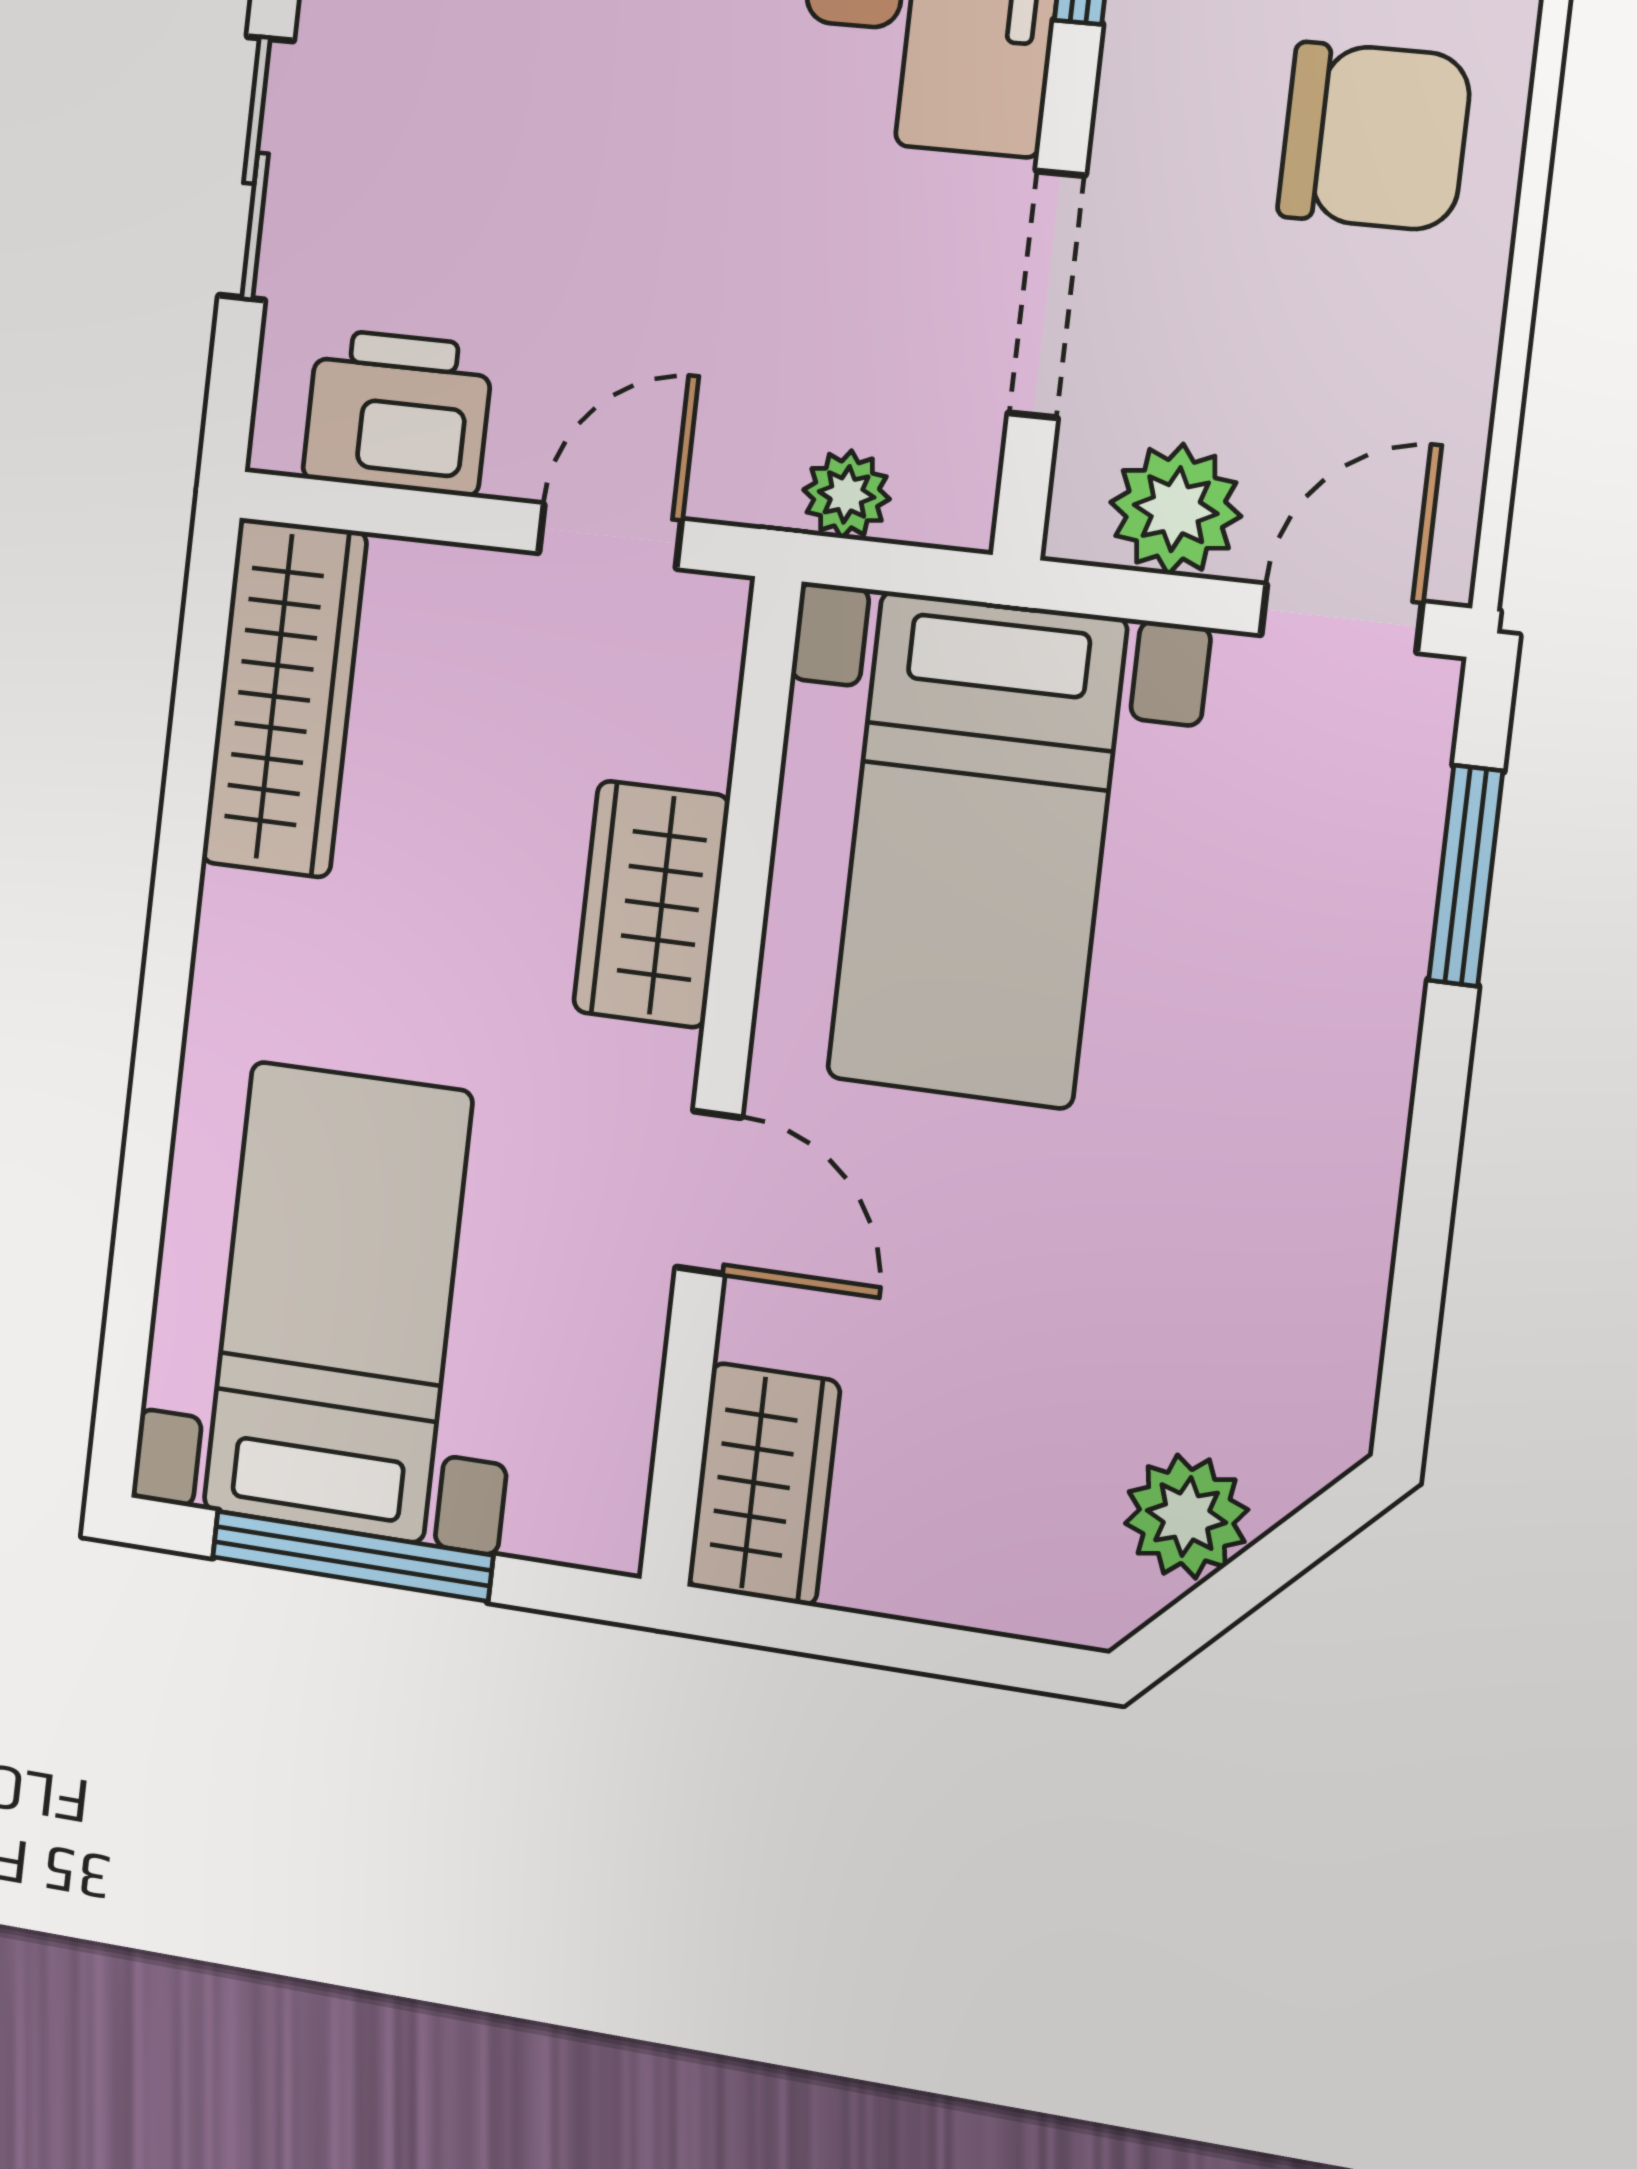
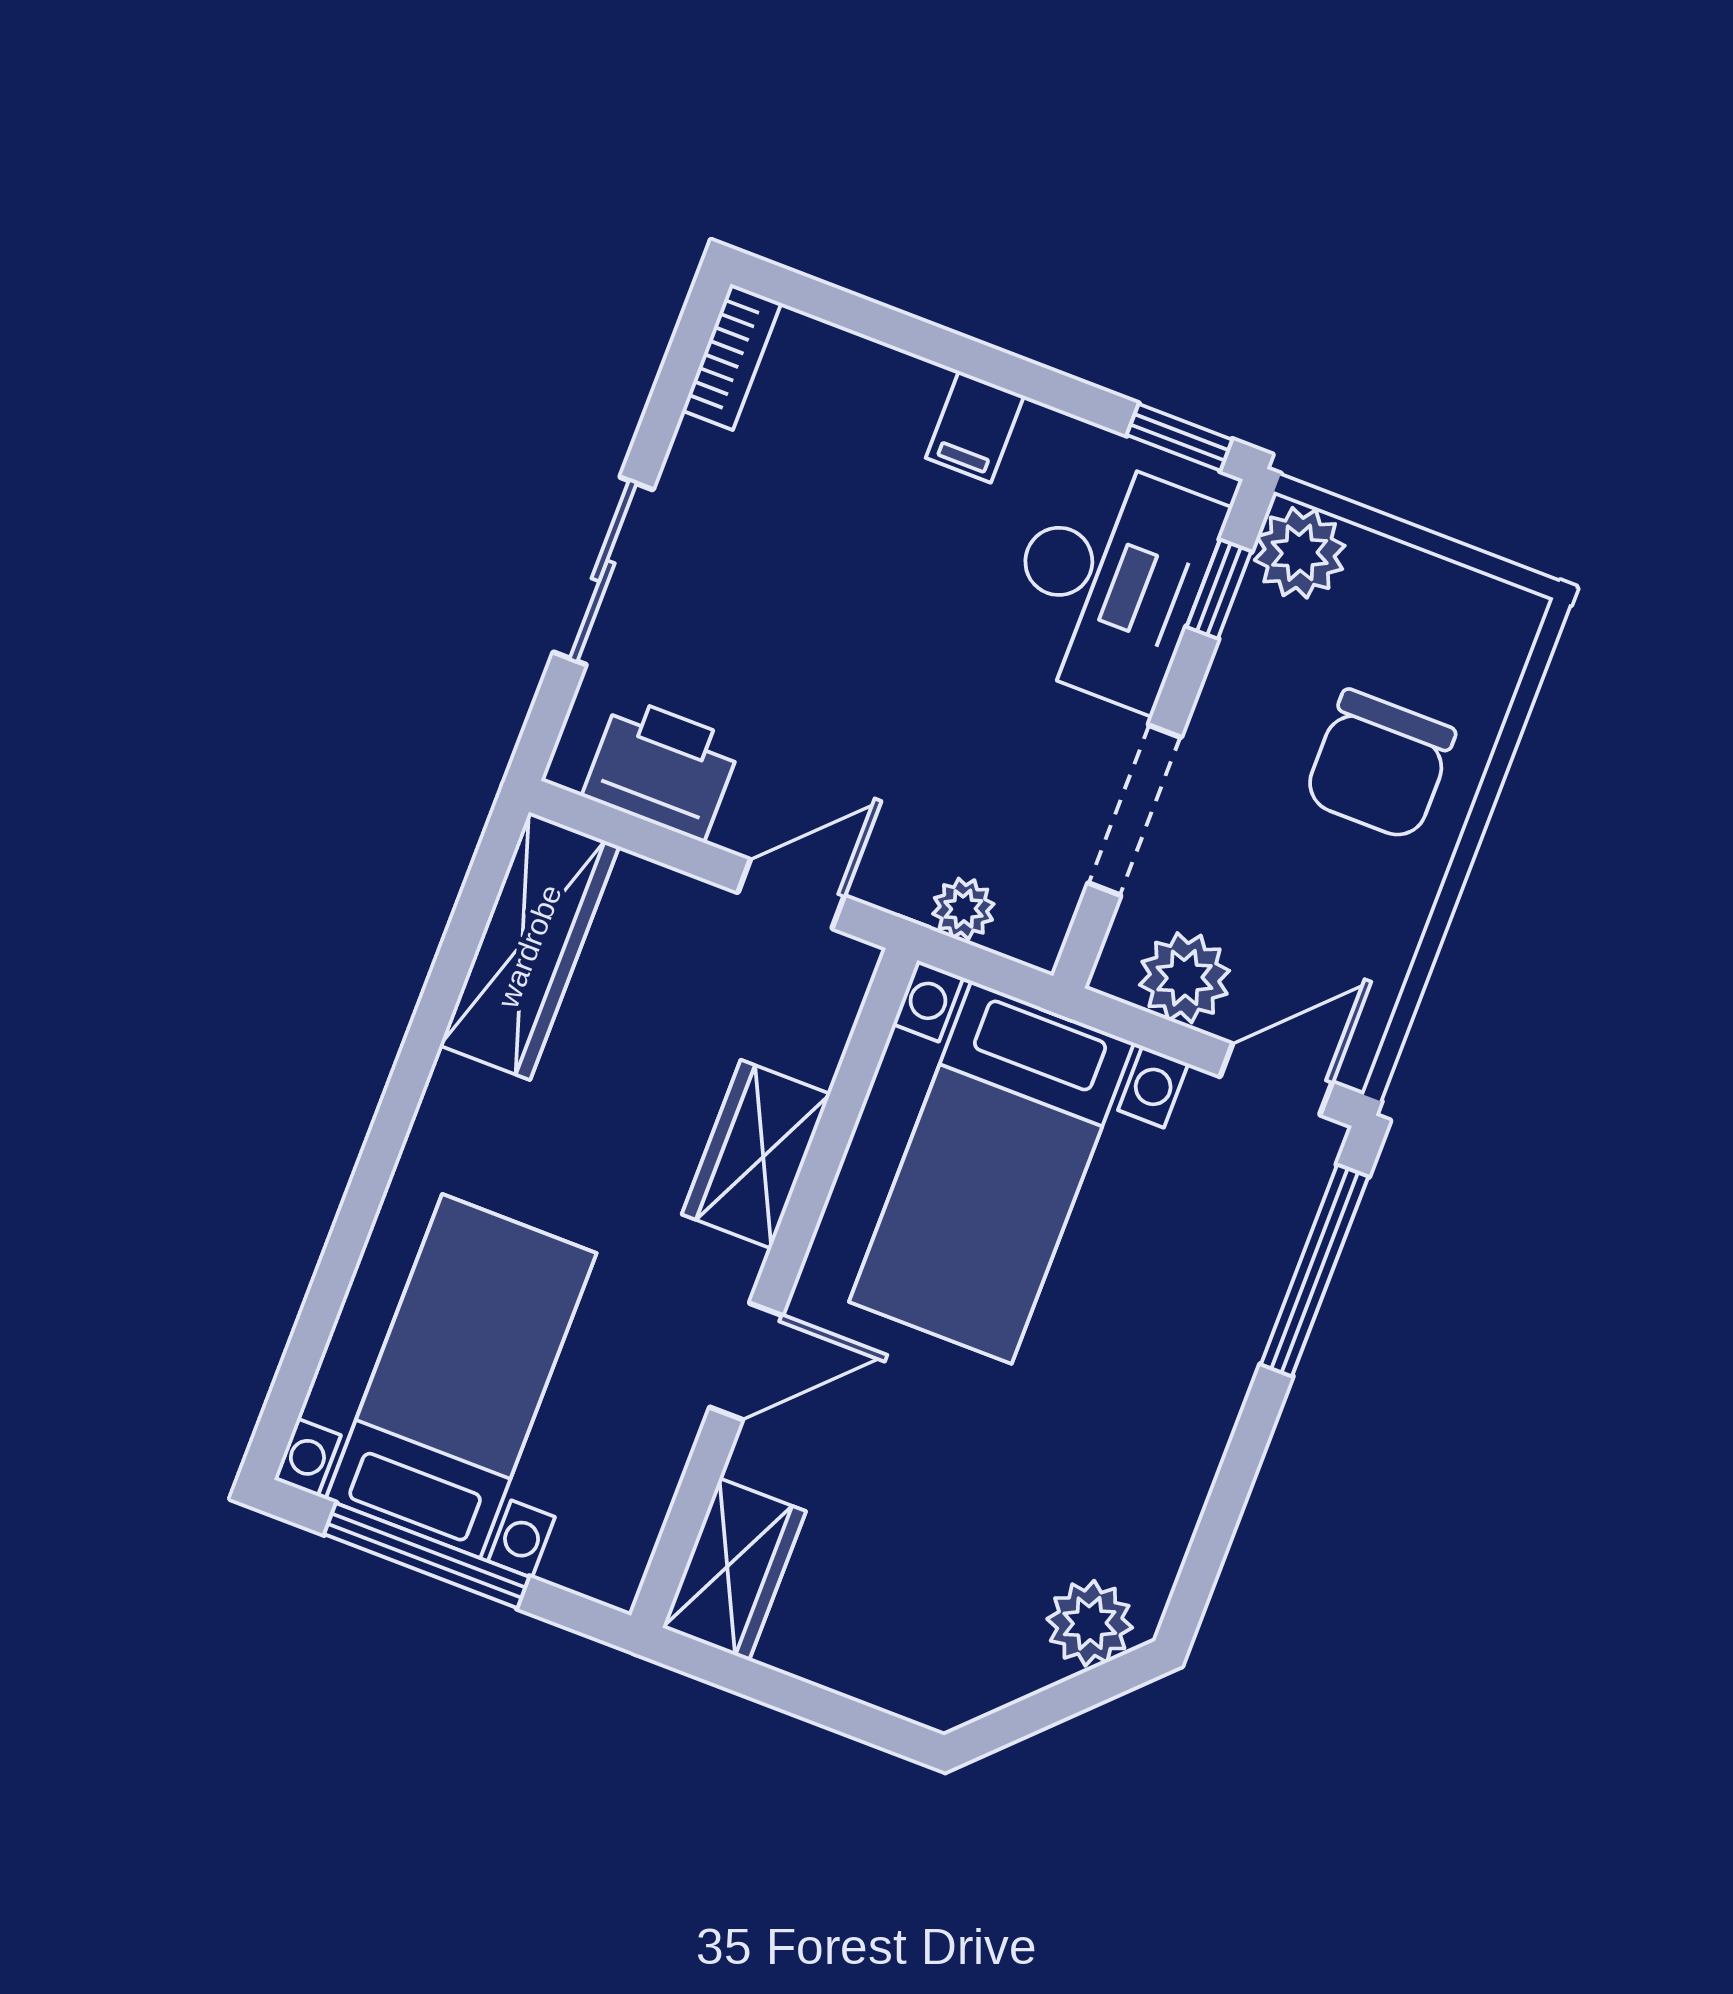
chair: (1375, 137) -> (1380, 765), turned 90
window: (1466, 876) -> (1315, 1271), width x1.44
door: (709, 1192) -> (746, 1361), hinge flipped
plant: (1187, 1517) -> (1090, 1623), moved

